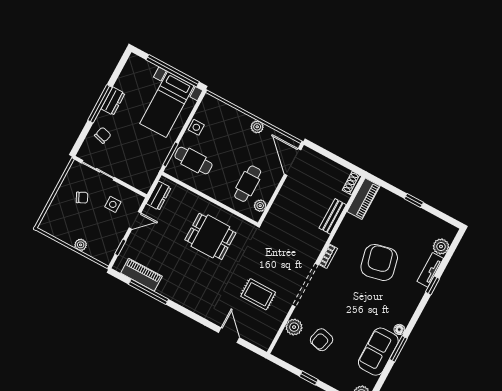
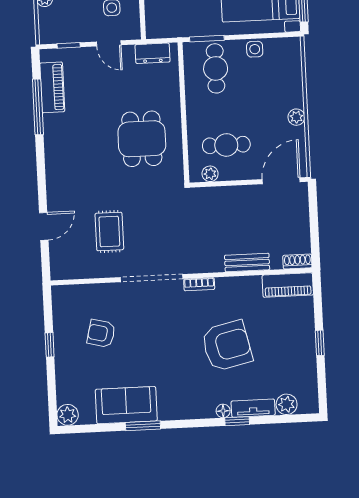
plant: (294, 327) -> (97, 294), removed
floor lamp: (399, 329) -> (223, 411), moved

